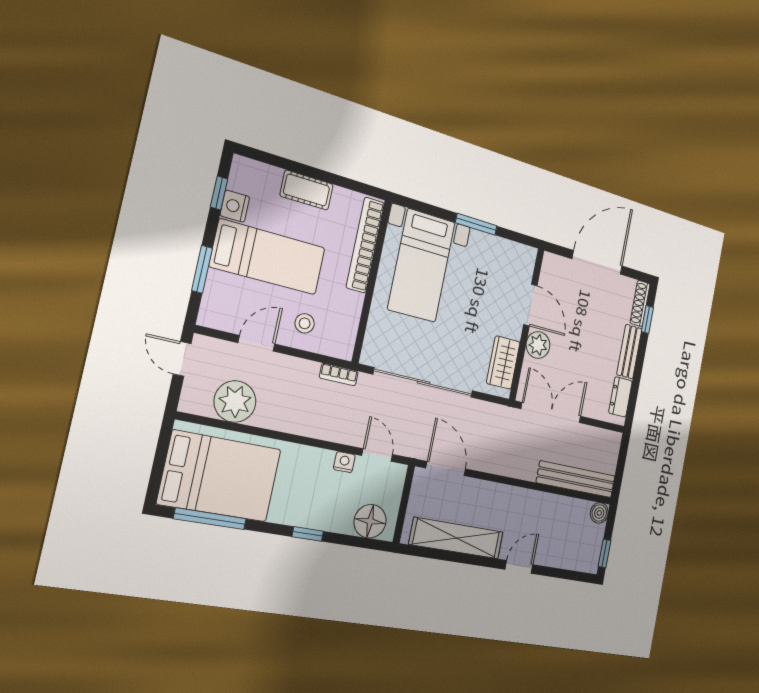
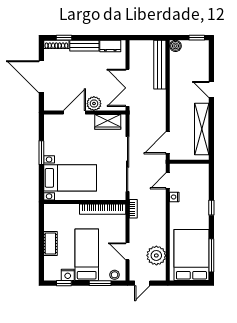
bookcase: (365, 245) -> (103, 209), moved
stool: (305, 323) -> (115, 275), moved
floor lamp: (370, 521) -> (200, 178), removed

